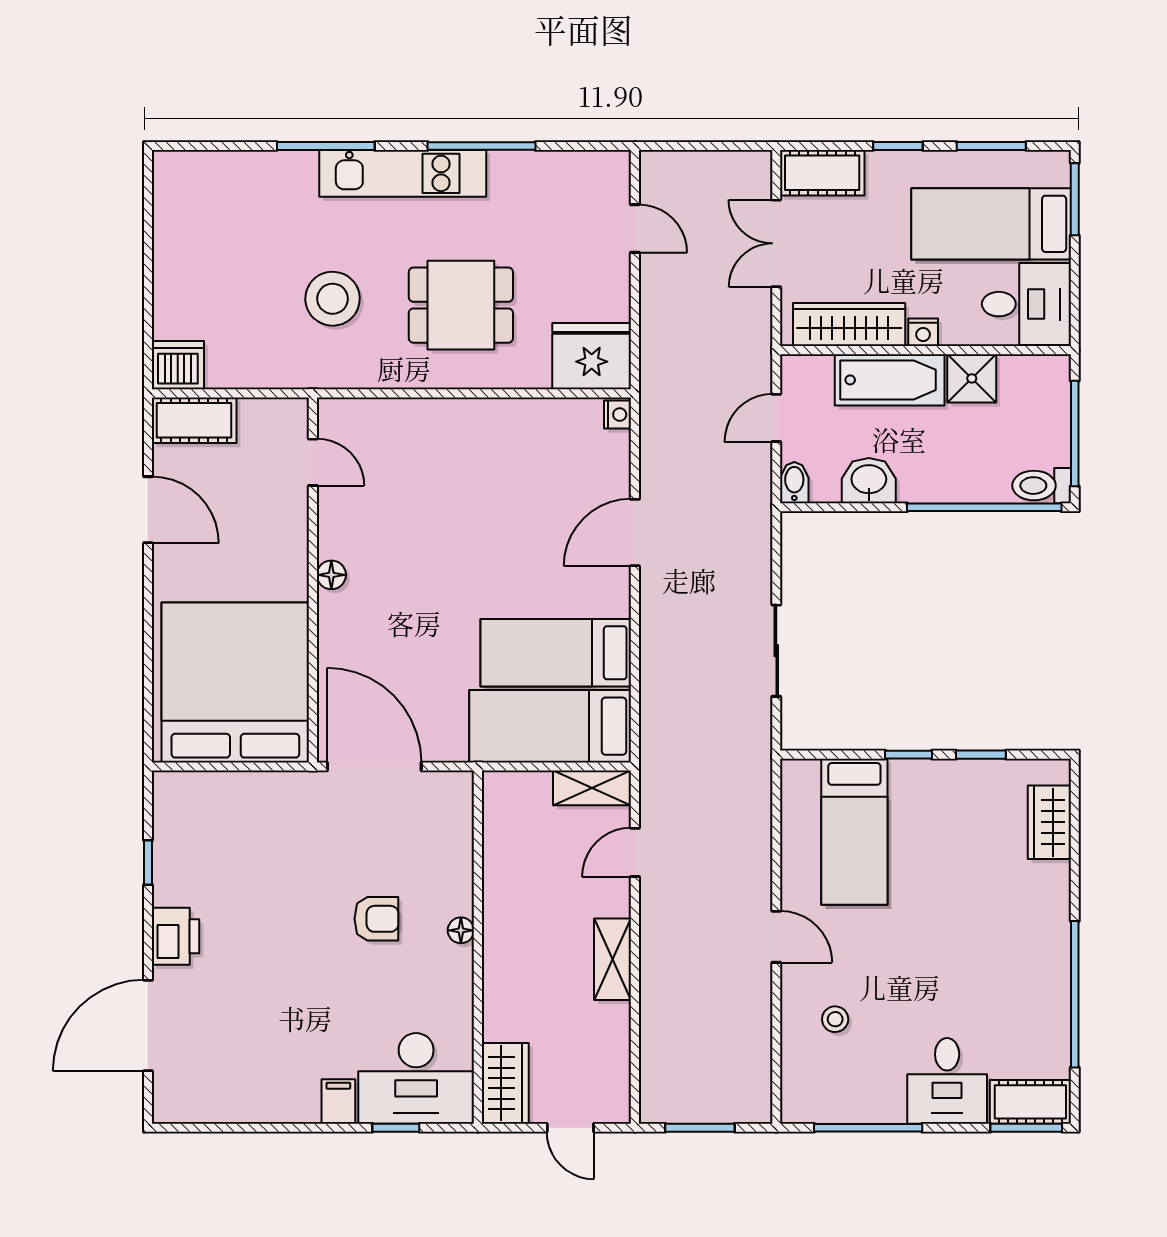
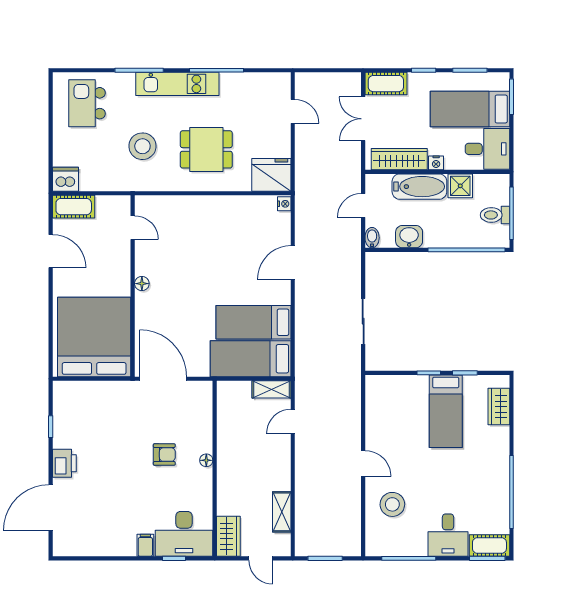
kitchen island: (221, 212) -> (87, 103), added
toilet: (1042, 486) -> (495, 215), moved
bed: (854, 832) -> (446, 411), moved
shelving: (613, 959) -> (282, 512), moved
stool: (835, 1019) -> (392, 504), width x1.89, depth x1.89

